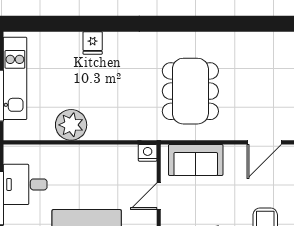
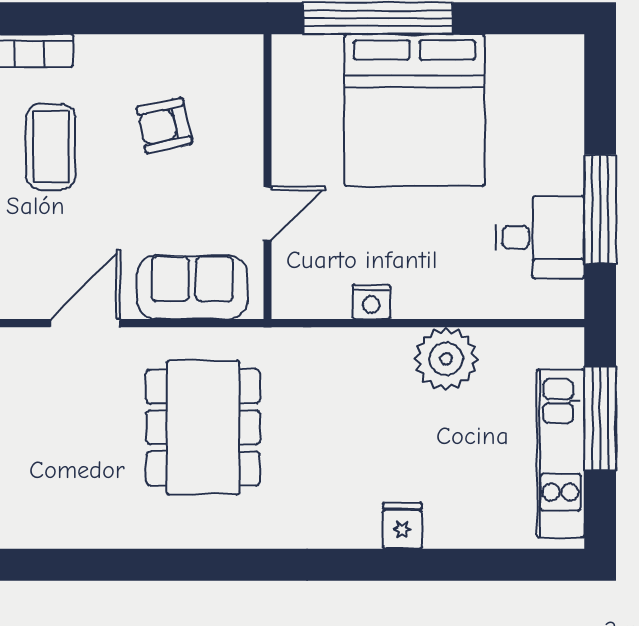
door: (264, 142) -> (85, 323), moved
nightstand: (148, 153) -> (371, 302), moved

